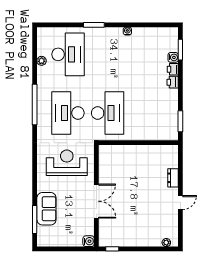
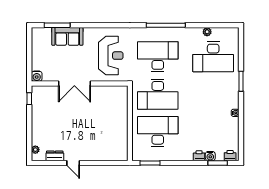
printer: (173, 82) -> (230, 156), moved
desk: (147, 113) -> (158, 132), added
dresser: (173, 178) -> (55, 156), moved

